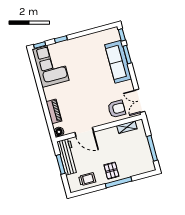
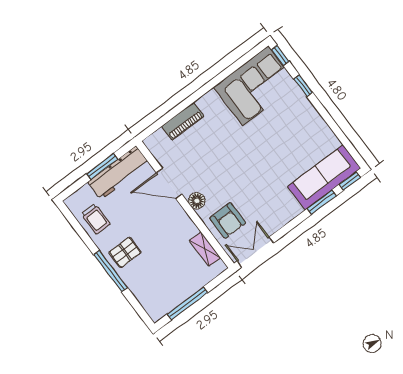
sofa: (118, 62) -> (324, 177), moved
floor lamp: (59, 132) -> (197, 201), moved
door: (84, 132) -> (169, 184), hinge flipped

